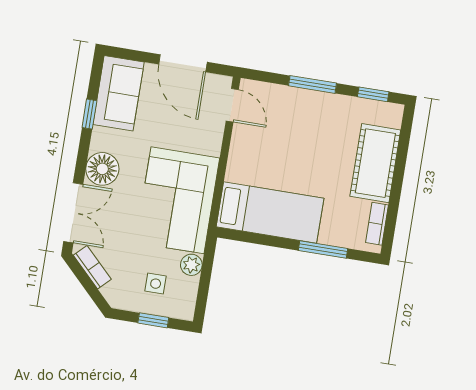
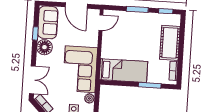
door: (232, 105) -> (101, 23), hinge flipped
floor lamp: (102, 169) -> (44, 47), moved

